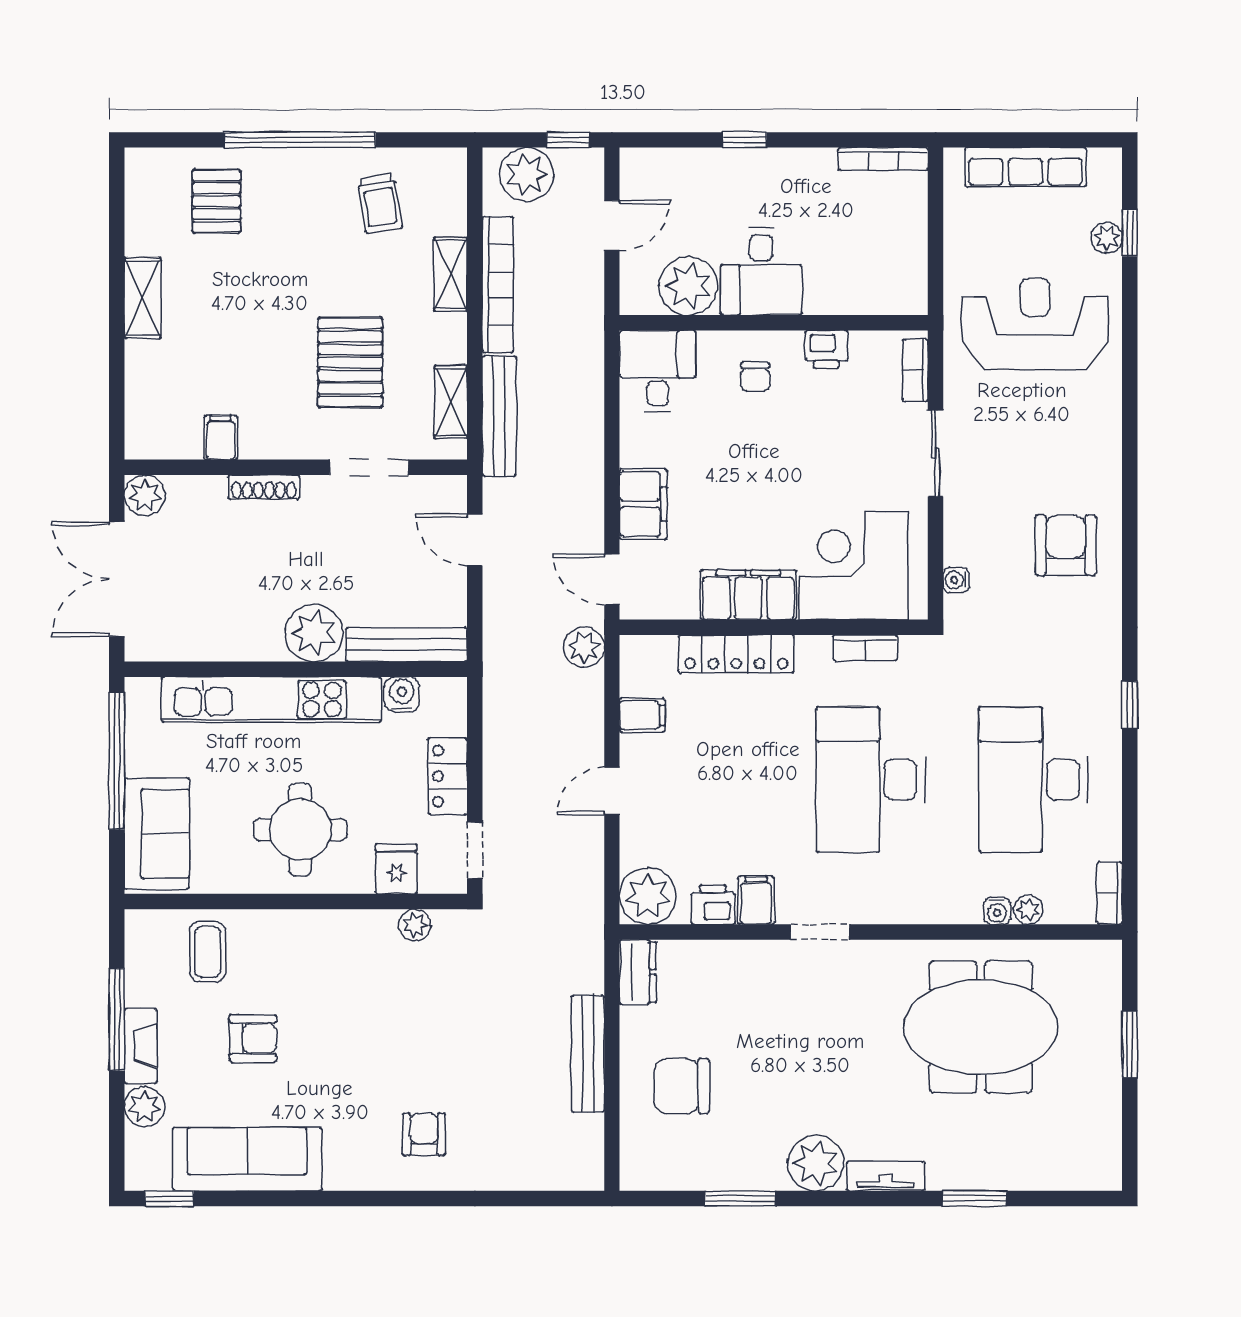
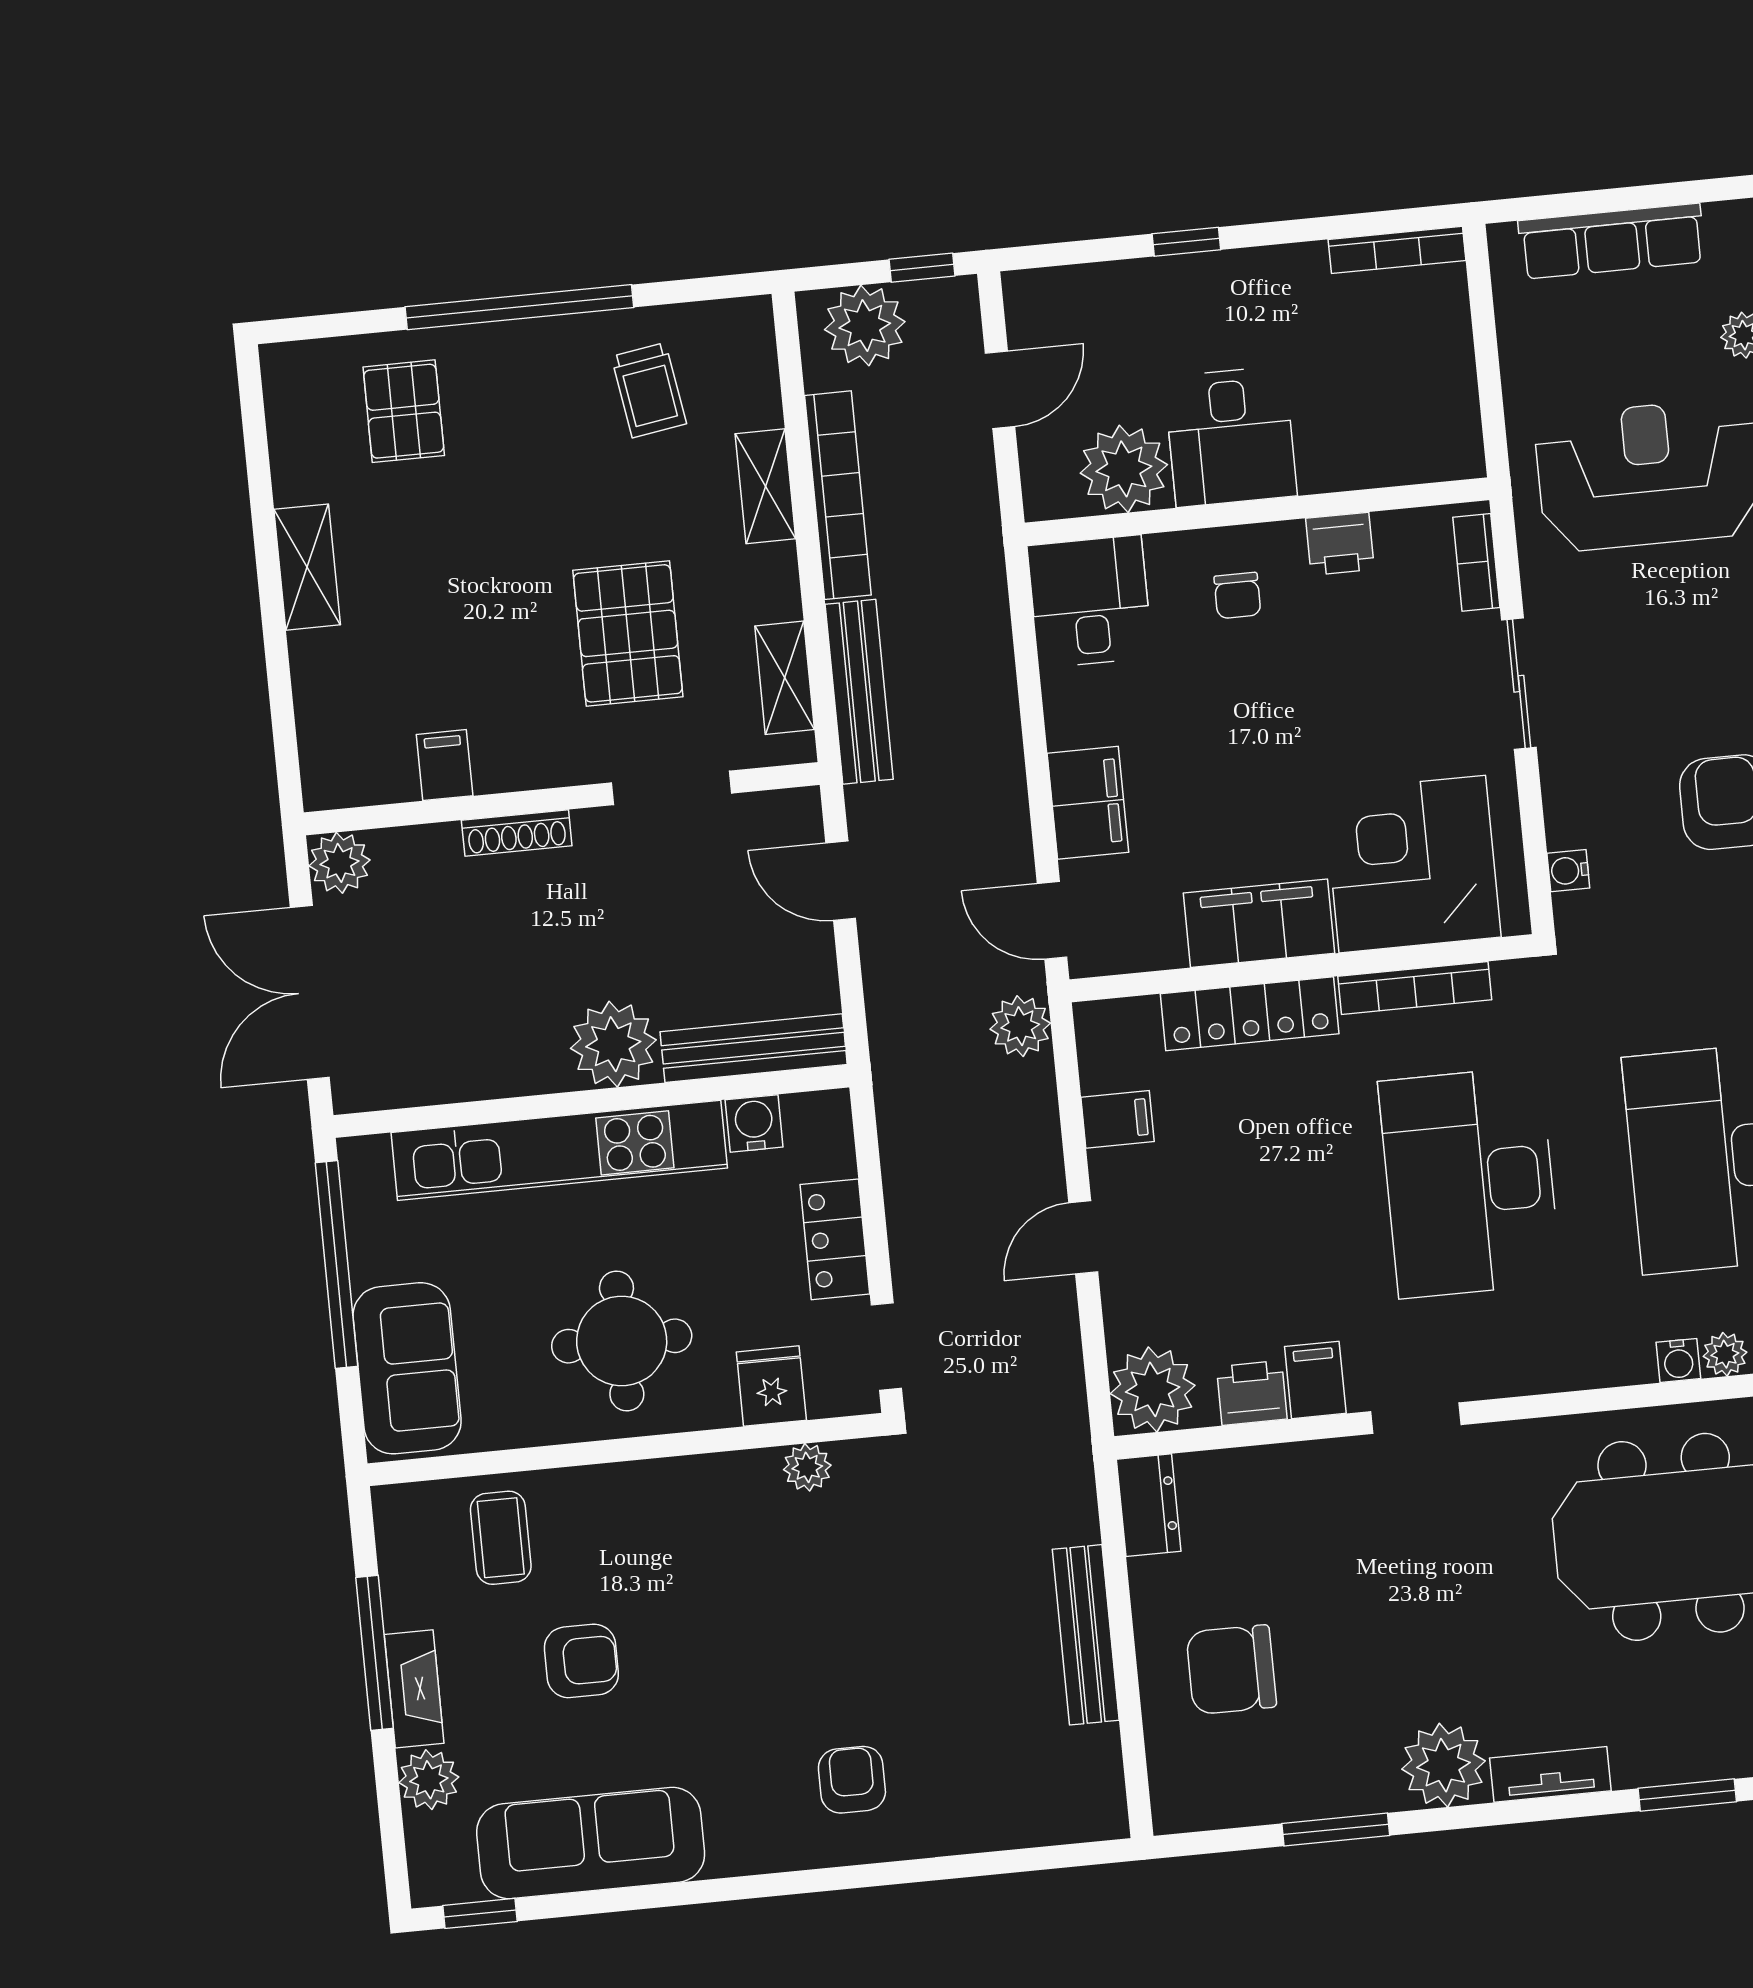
bookcase: (865, 648) -> (1415, 988), width x1.56

